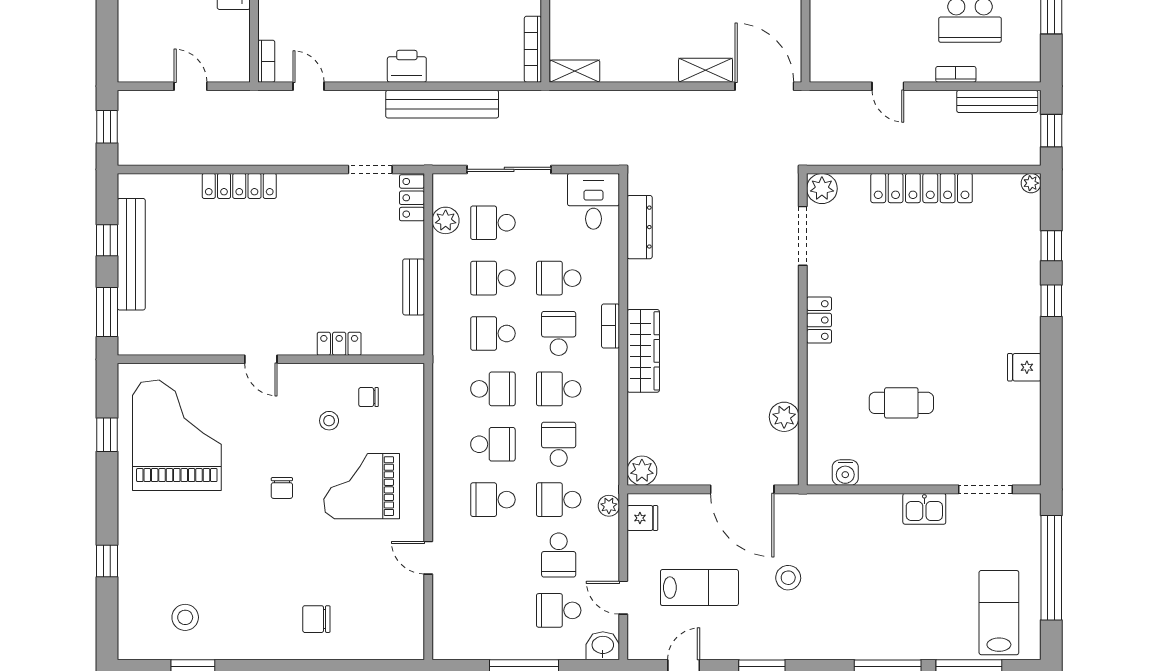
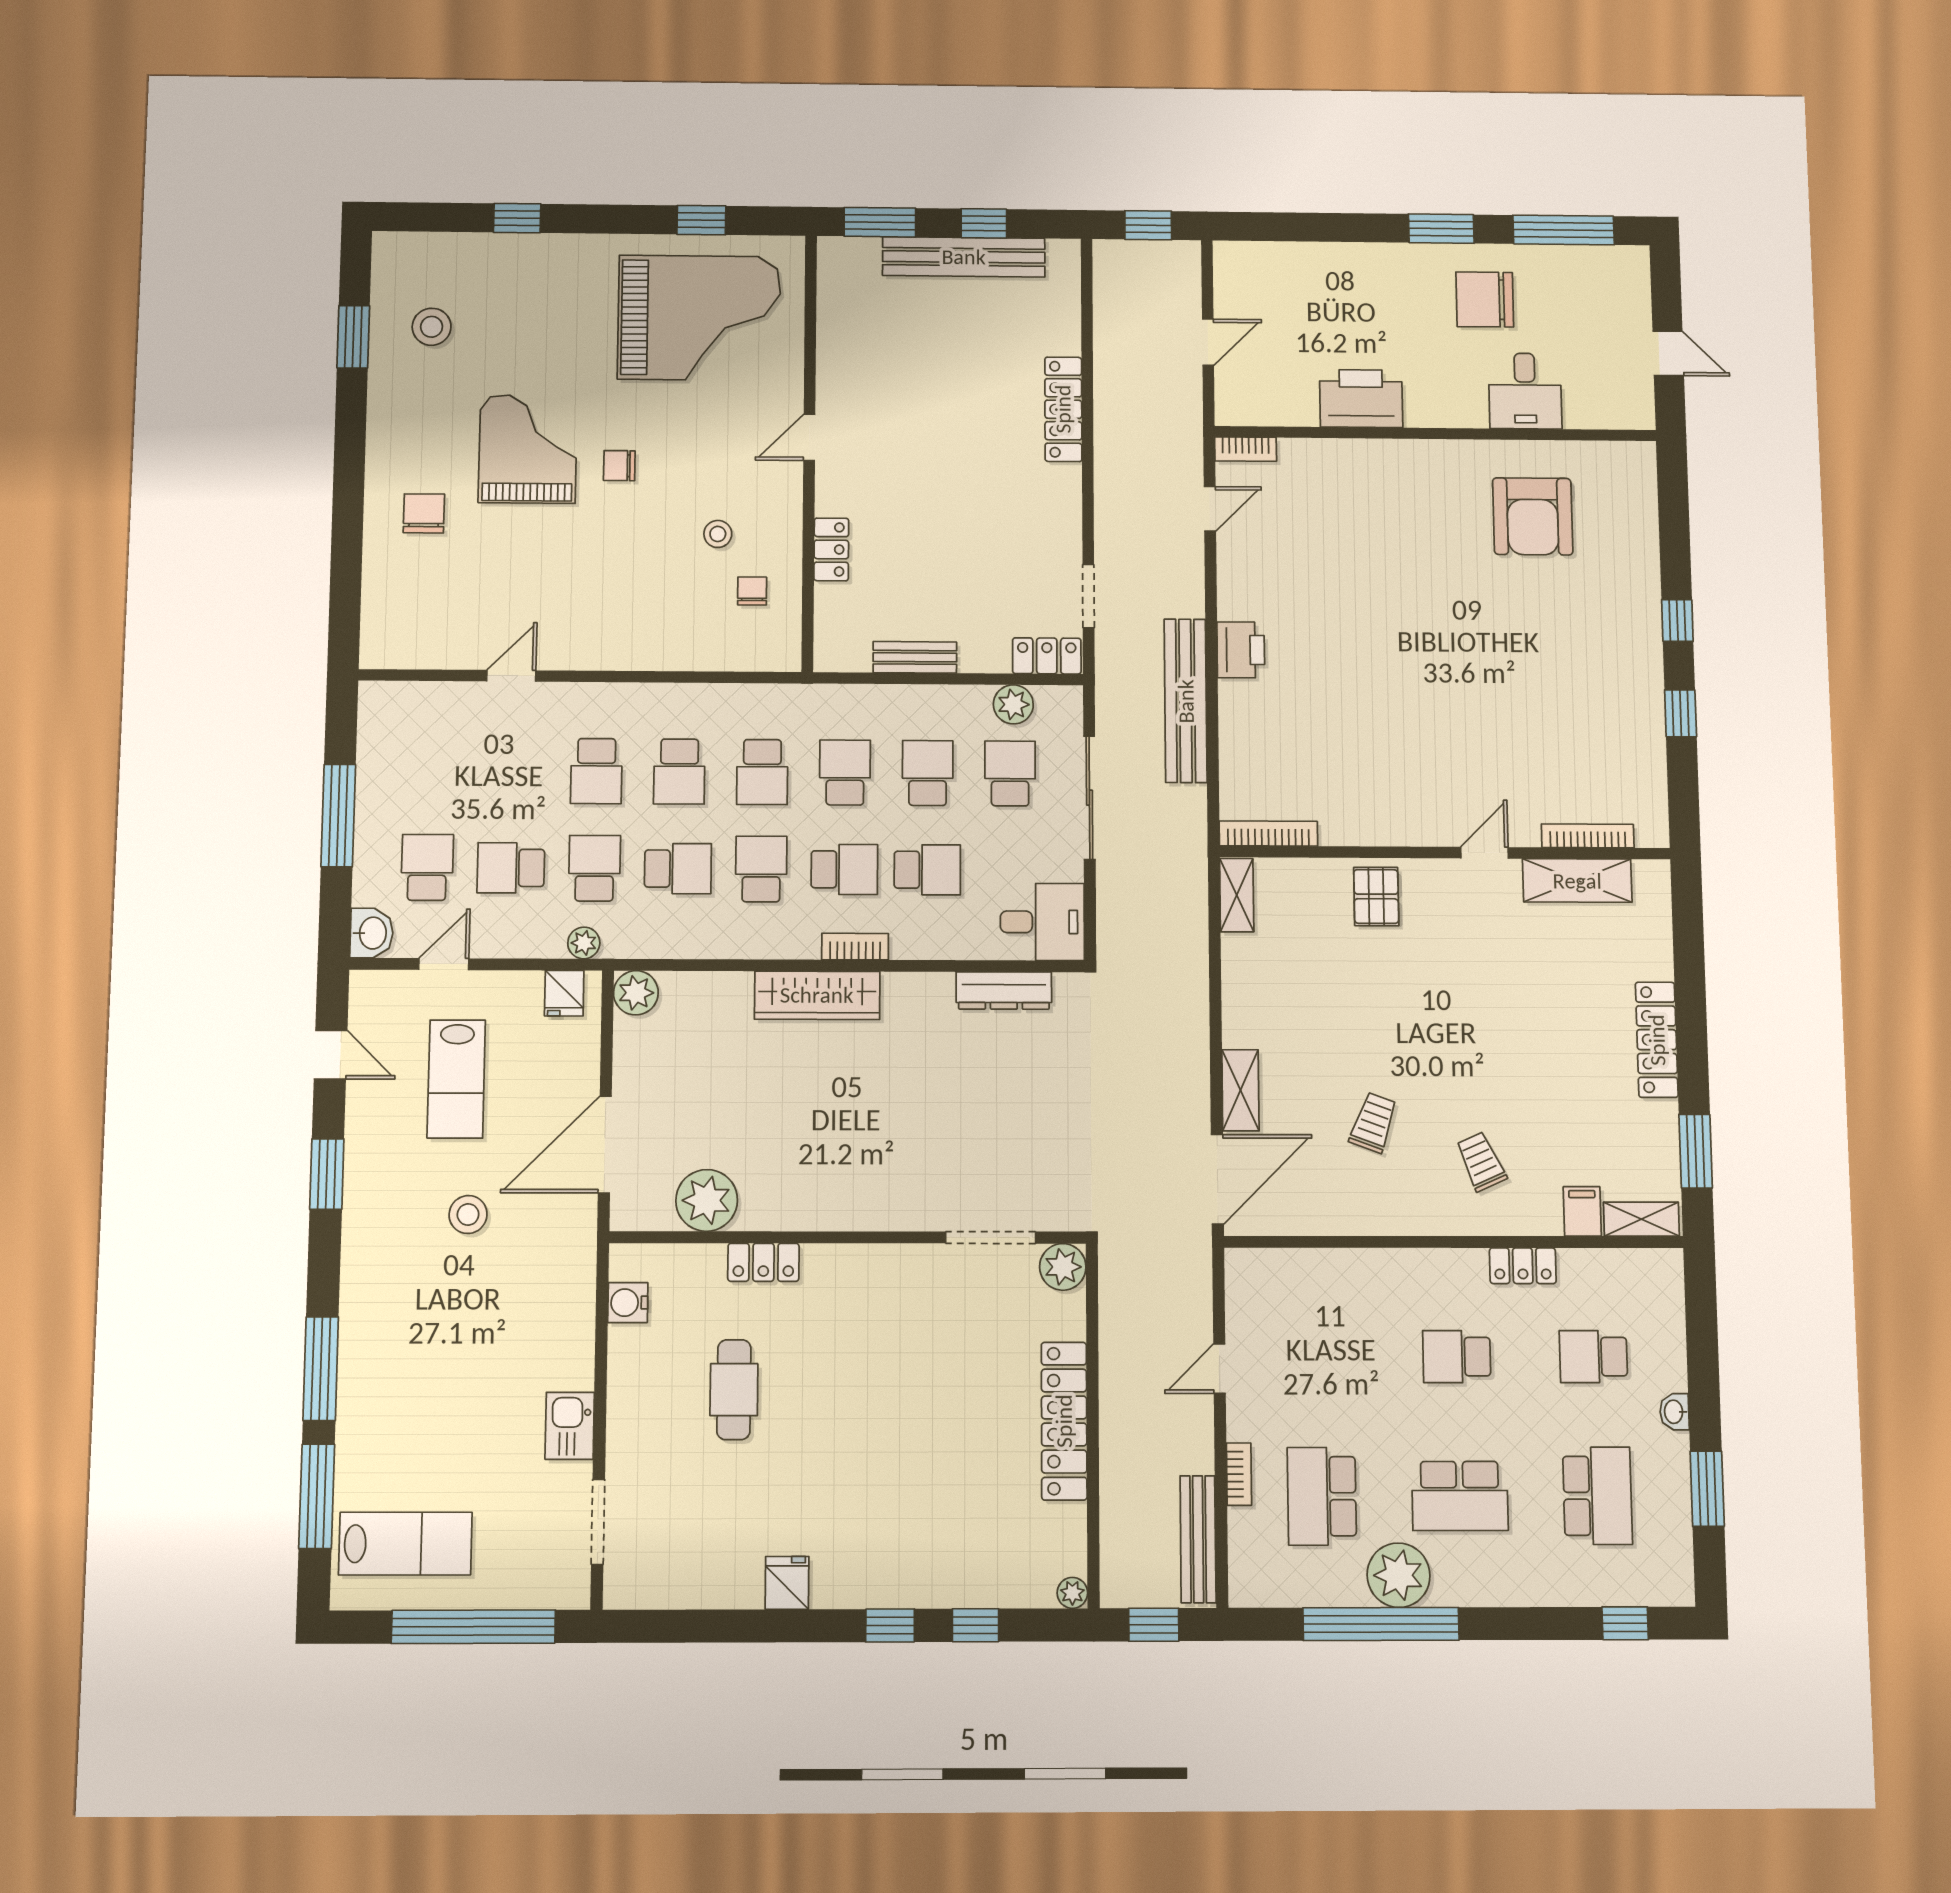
school desk: (559, 278) -> (927, 870), turned 90
locker: (819, 320) -> (763, 1262), moved
plant: (784, 417) -> (707, 1200), width x1.36, depth x1.36
grand piano: (362, 486) -> (528, 449), moved
school desk: (493, 500) -> (596, 771), turned 180

